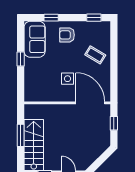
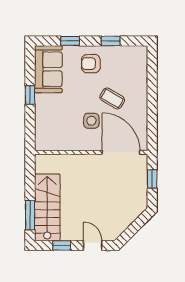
window: (94, 18) -> (111, 41), moved
coffee table: (95, 55) -> (112, 98), moved
window: (21, 135) -> (30, 215), moved

